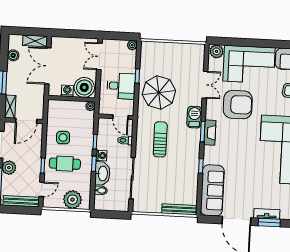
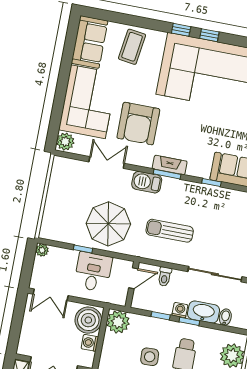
armchair: (238, 105) -> (138, 124), turned 180
plant: (90, 106) -> (118, 322), width x1.88, depth x1.88

